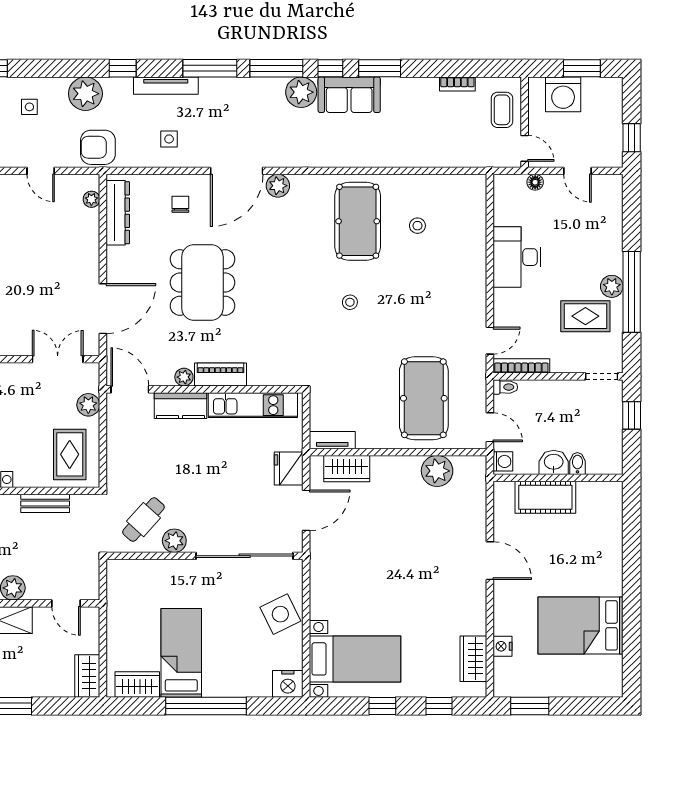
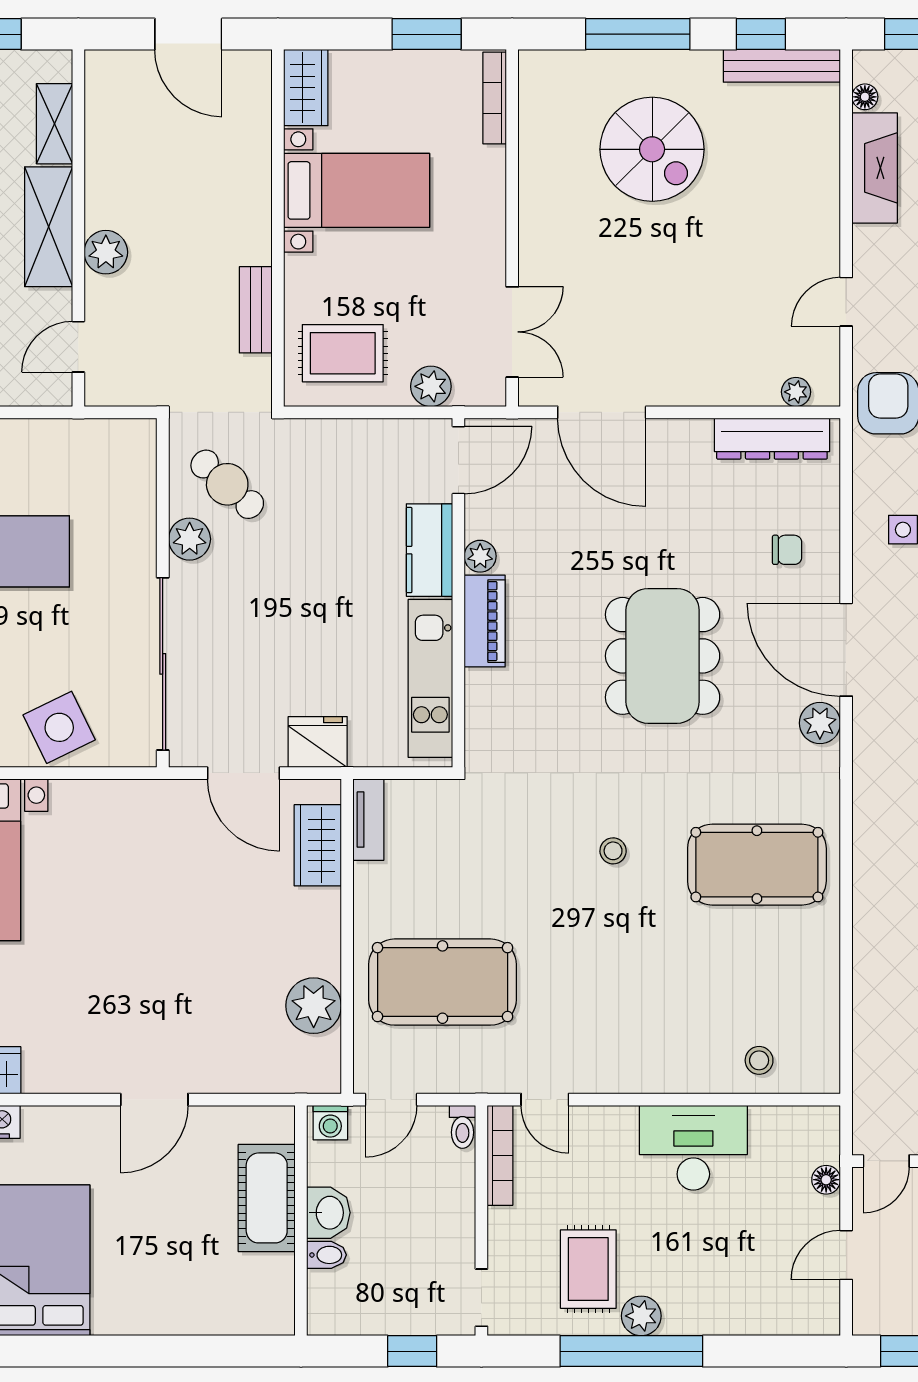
stool: (417, 226) -> (759, 1060), moved
dining table: (202, 283) -> (663, 656), moved, turned 90

